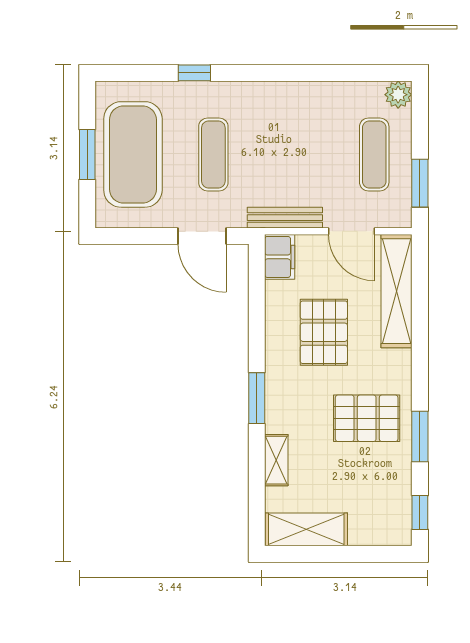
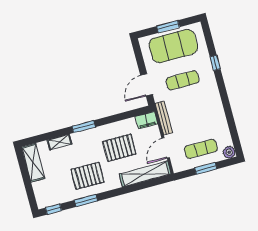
window: (420, 183) -> (206, 168), moved
pallet: (367, 418) -> (88, 176), turned 90

